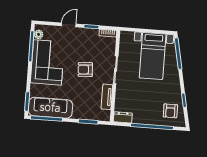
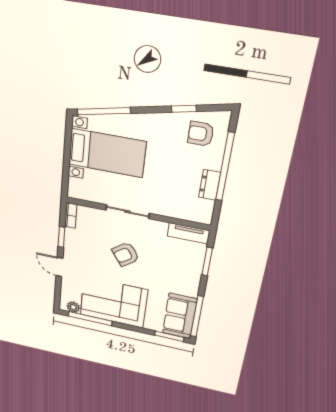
armchair: (85, 70) -> (126, 254), turned 58
tv unit: (107, 97) -> (189, 233), moved
sofa: (50, 108) -> (180, 316), width x0.73
armchair: (170, 111) -> (201, 134), turned 180
dresser: (123, 117) -> (210, 185), moved

